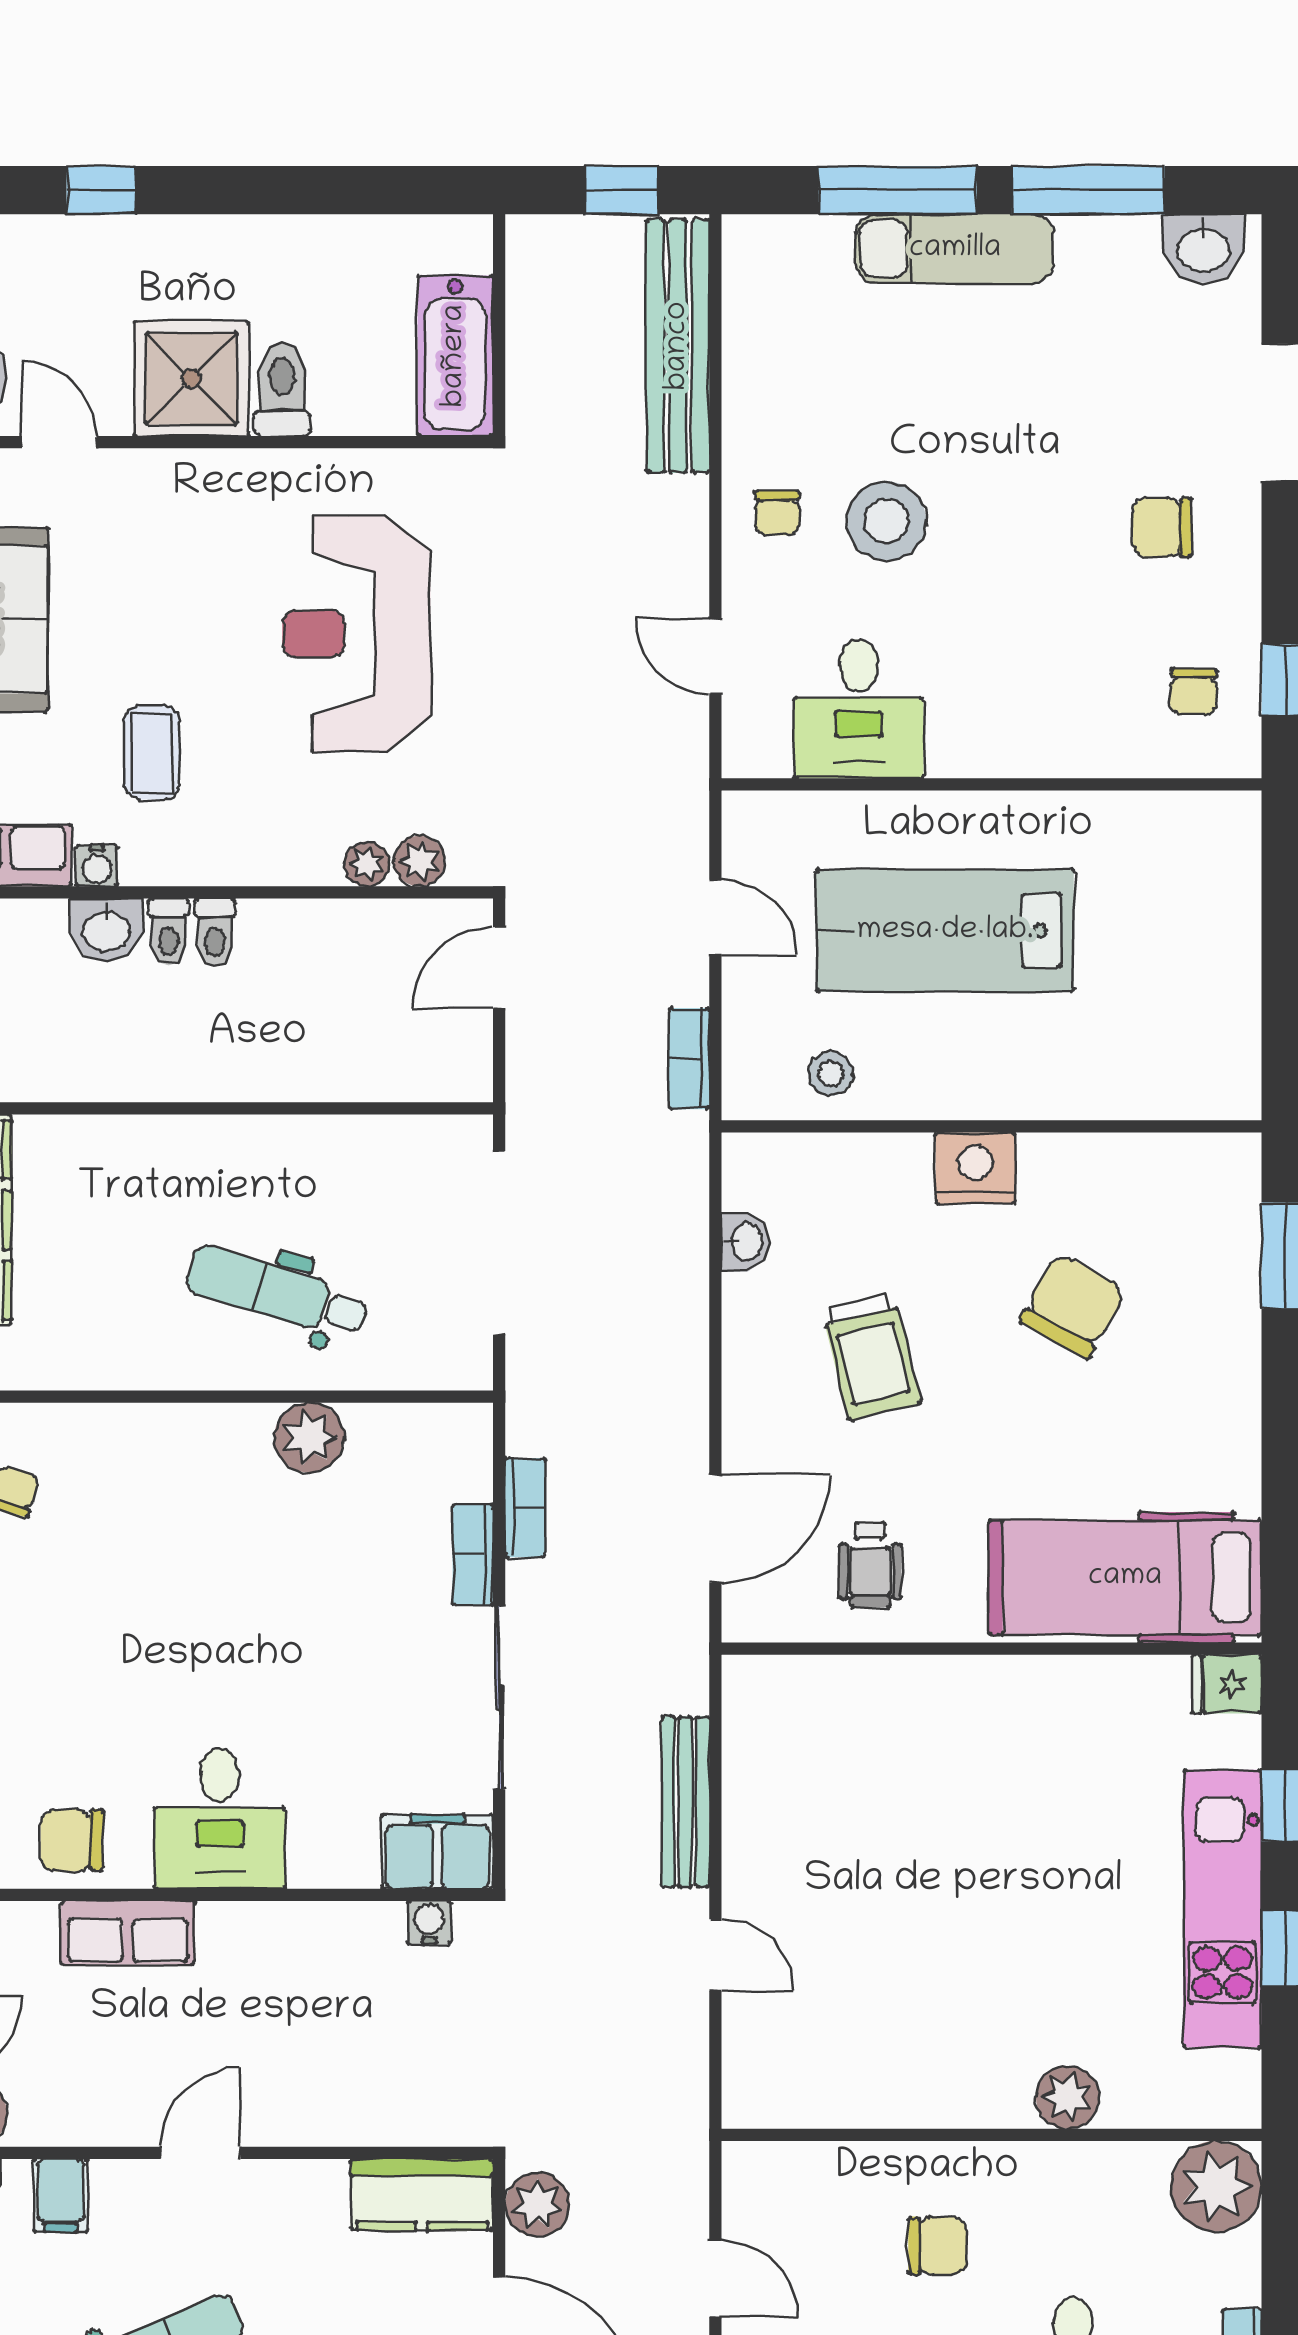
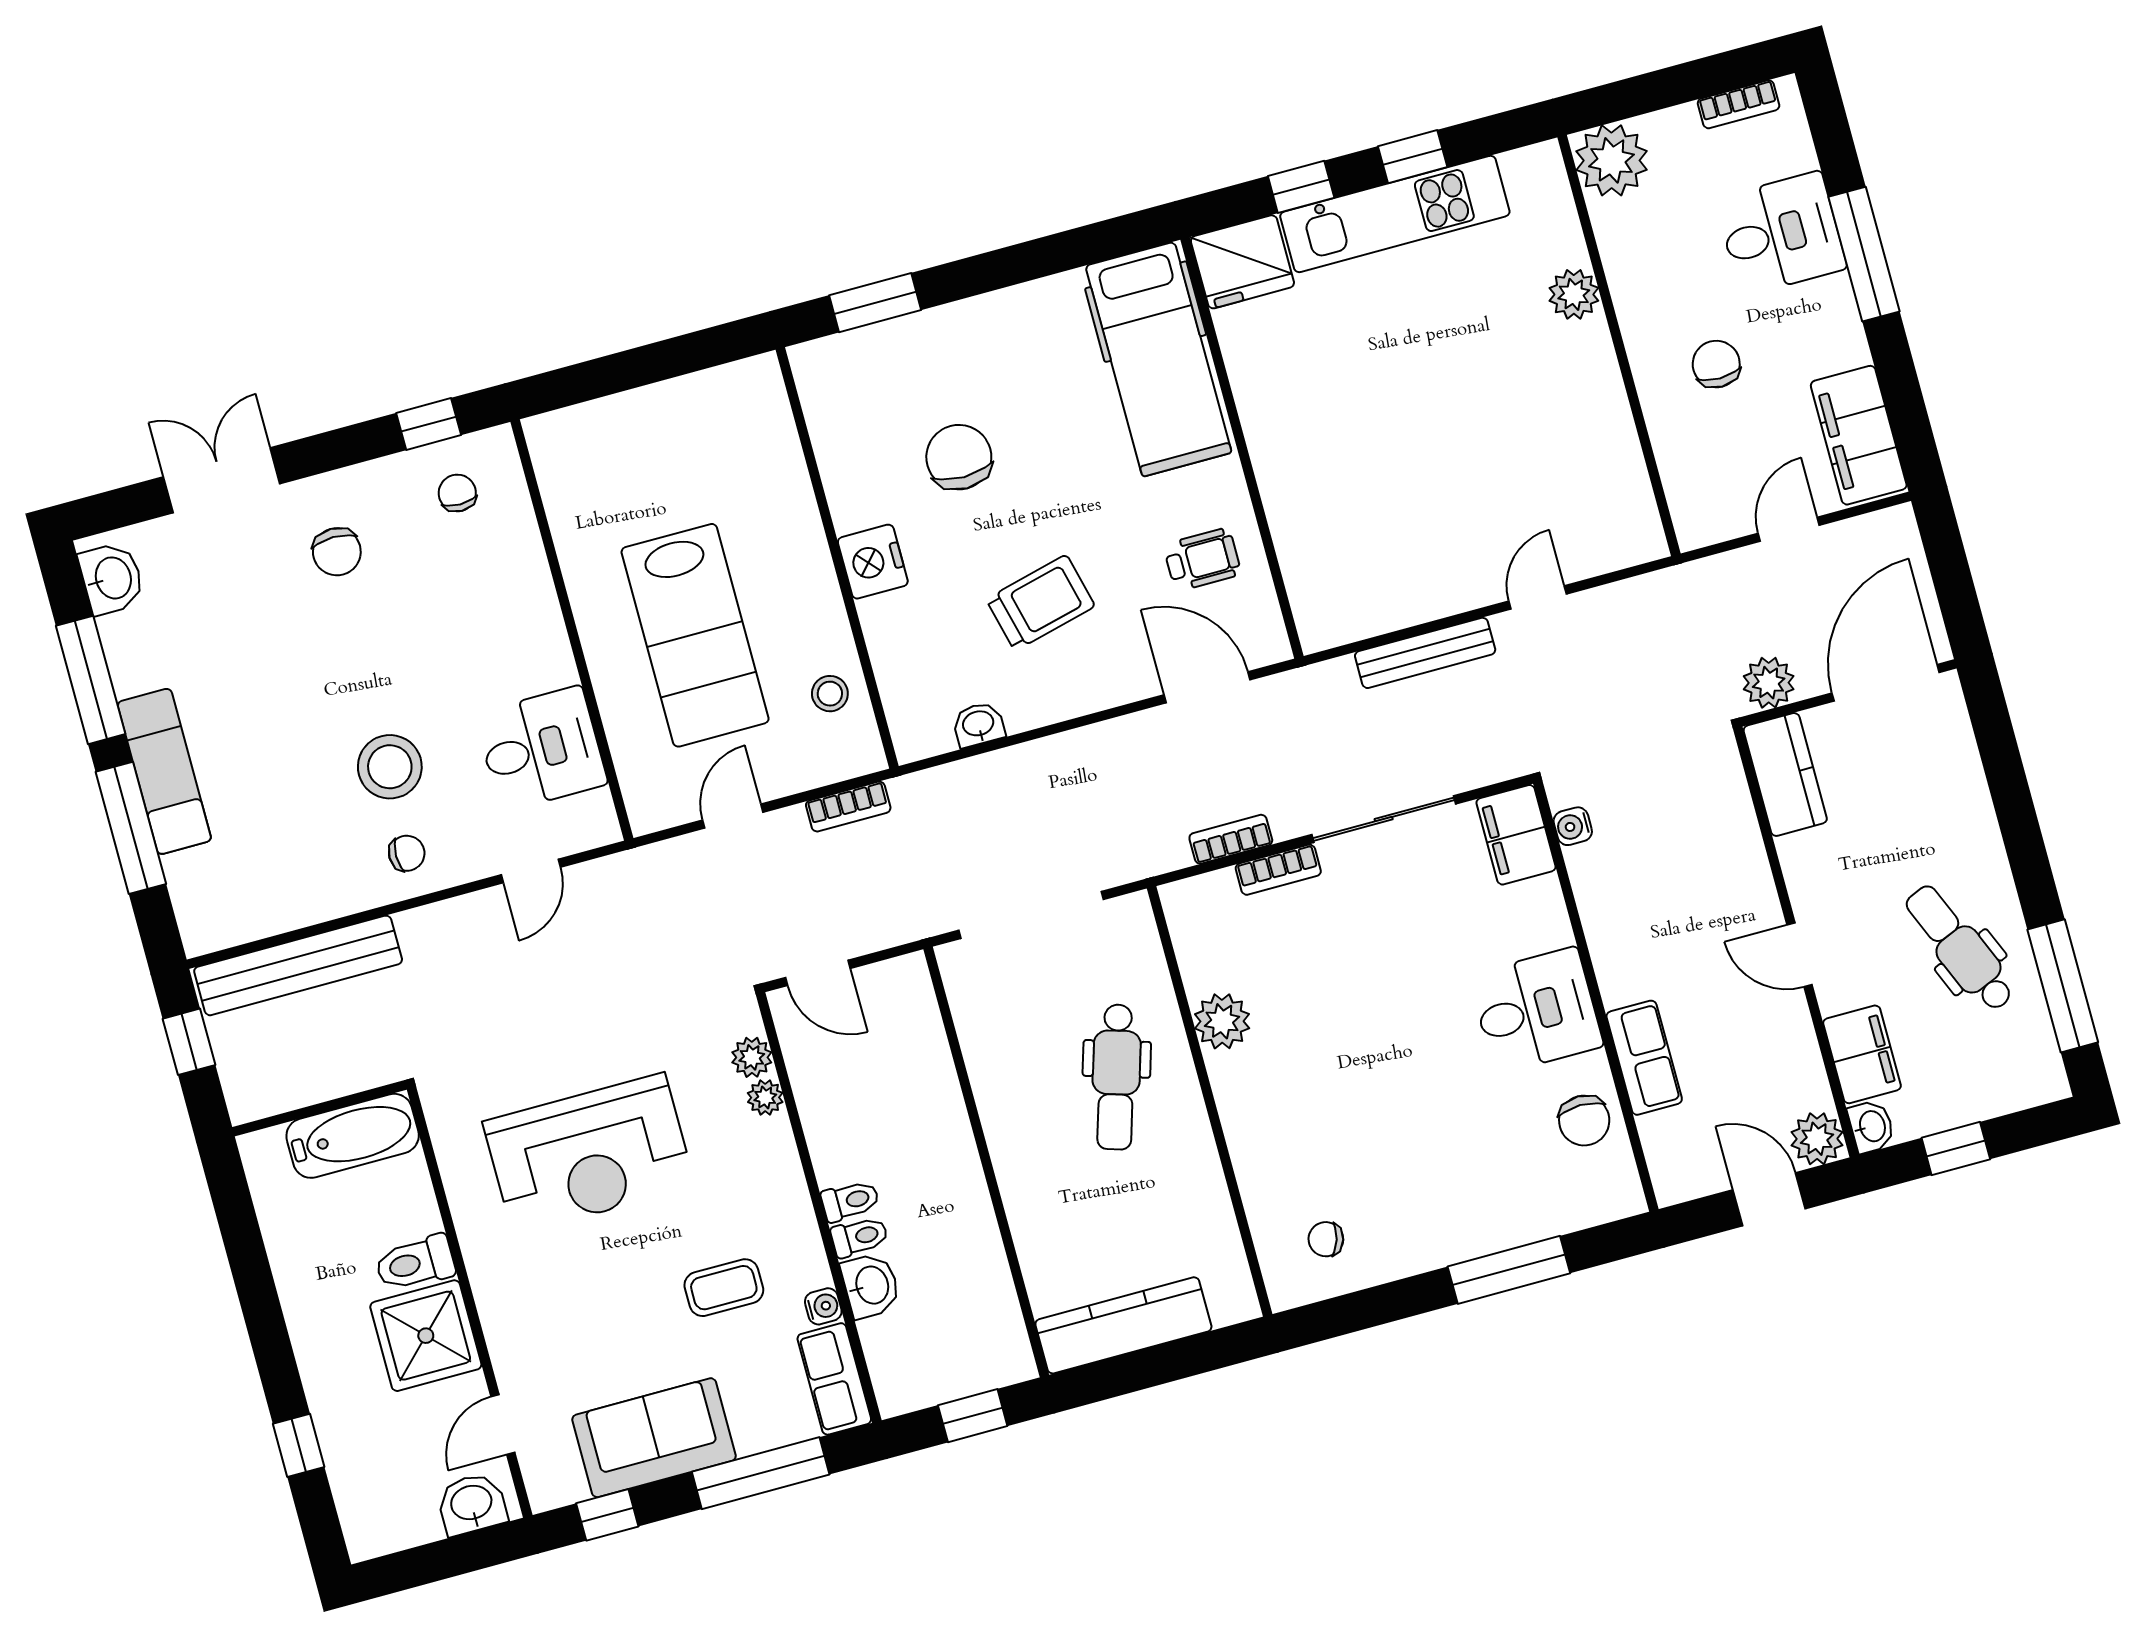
chair: (1193, 691) -> (457, 493), turned -92
chair: (1073, 1306) -> (959, 457), turned 61
fridge: (1227, 1684) -> (1242, 262), width x1.88, depth x1.34
filing cabinet: (61, 2196) -> (1862, 1054), width x2.00

